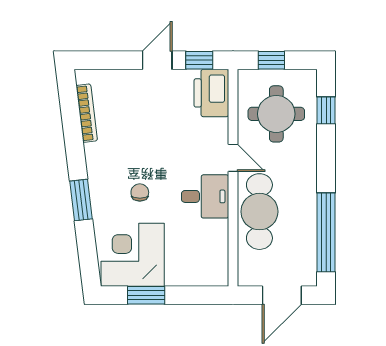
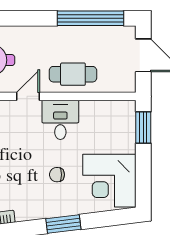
cafe table: (259, 212) -> (73, 74), width x0.73, depth x0.74
window: (146, 295) -> (143, 128), moved

